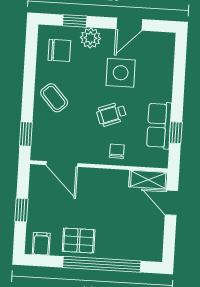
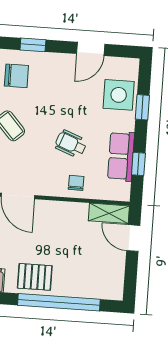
plant: (90, 38) -> (50, 63), removed
side table: (121, 73) -> (119, 95), moved
window: (179, 79) -> (142, 107), added
wheelchair: (111, 114) -> (71, 144), turned 41

